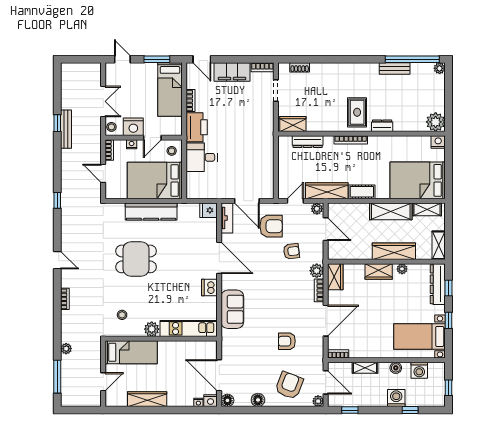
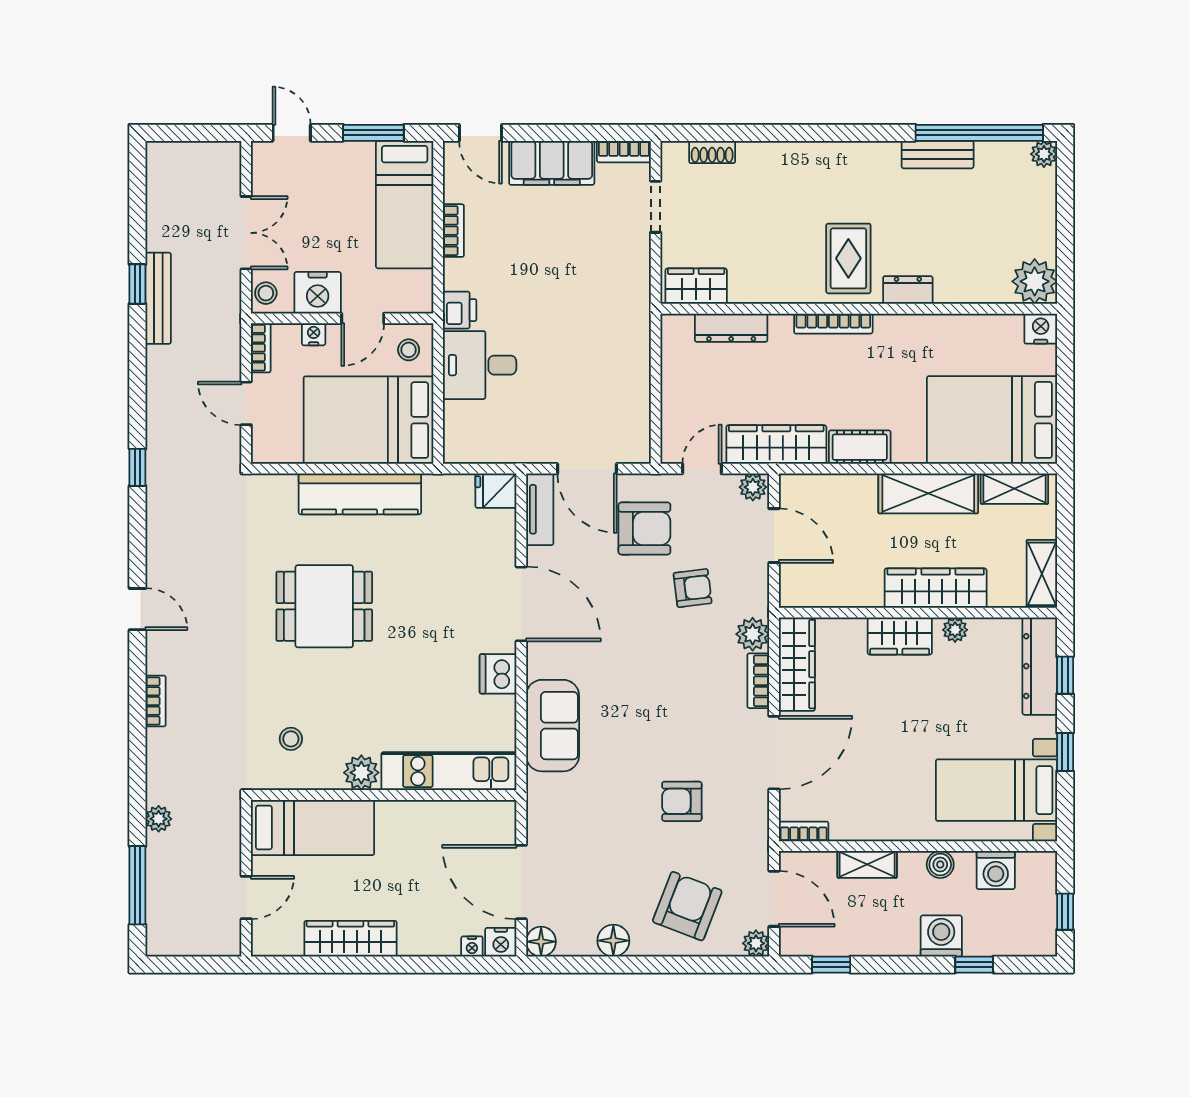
printer: (197, 127) -> (460, 310), width x0.53, depth x0.68
wardrobe: (335, 277) -> (797, 664), width x1.50

